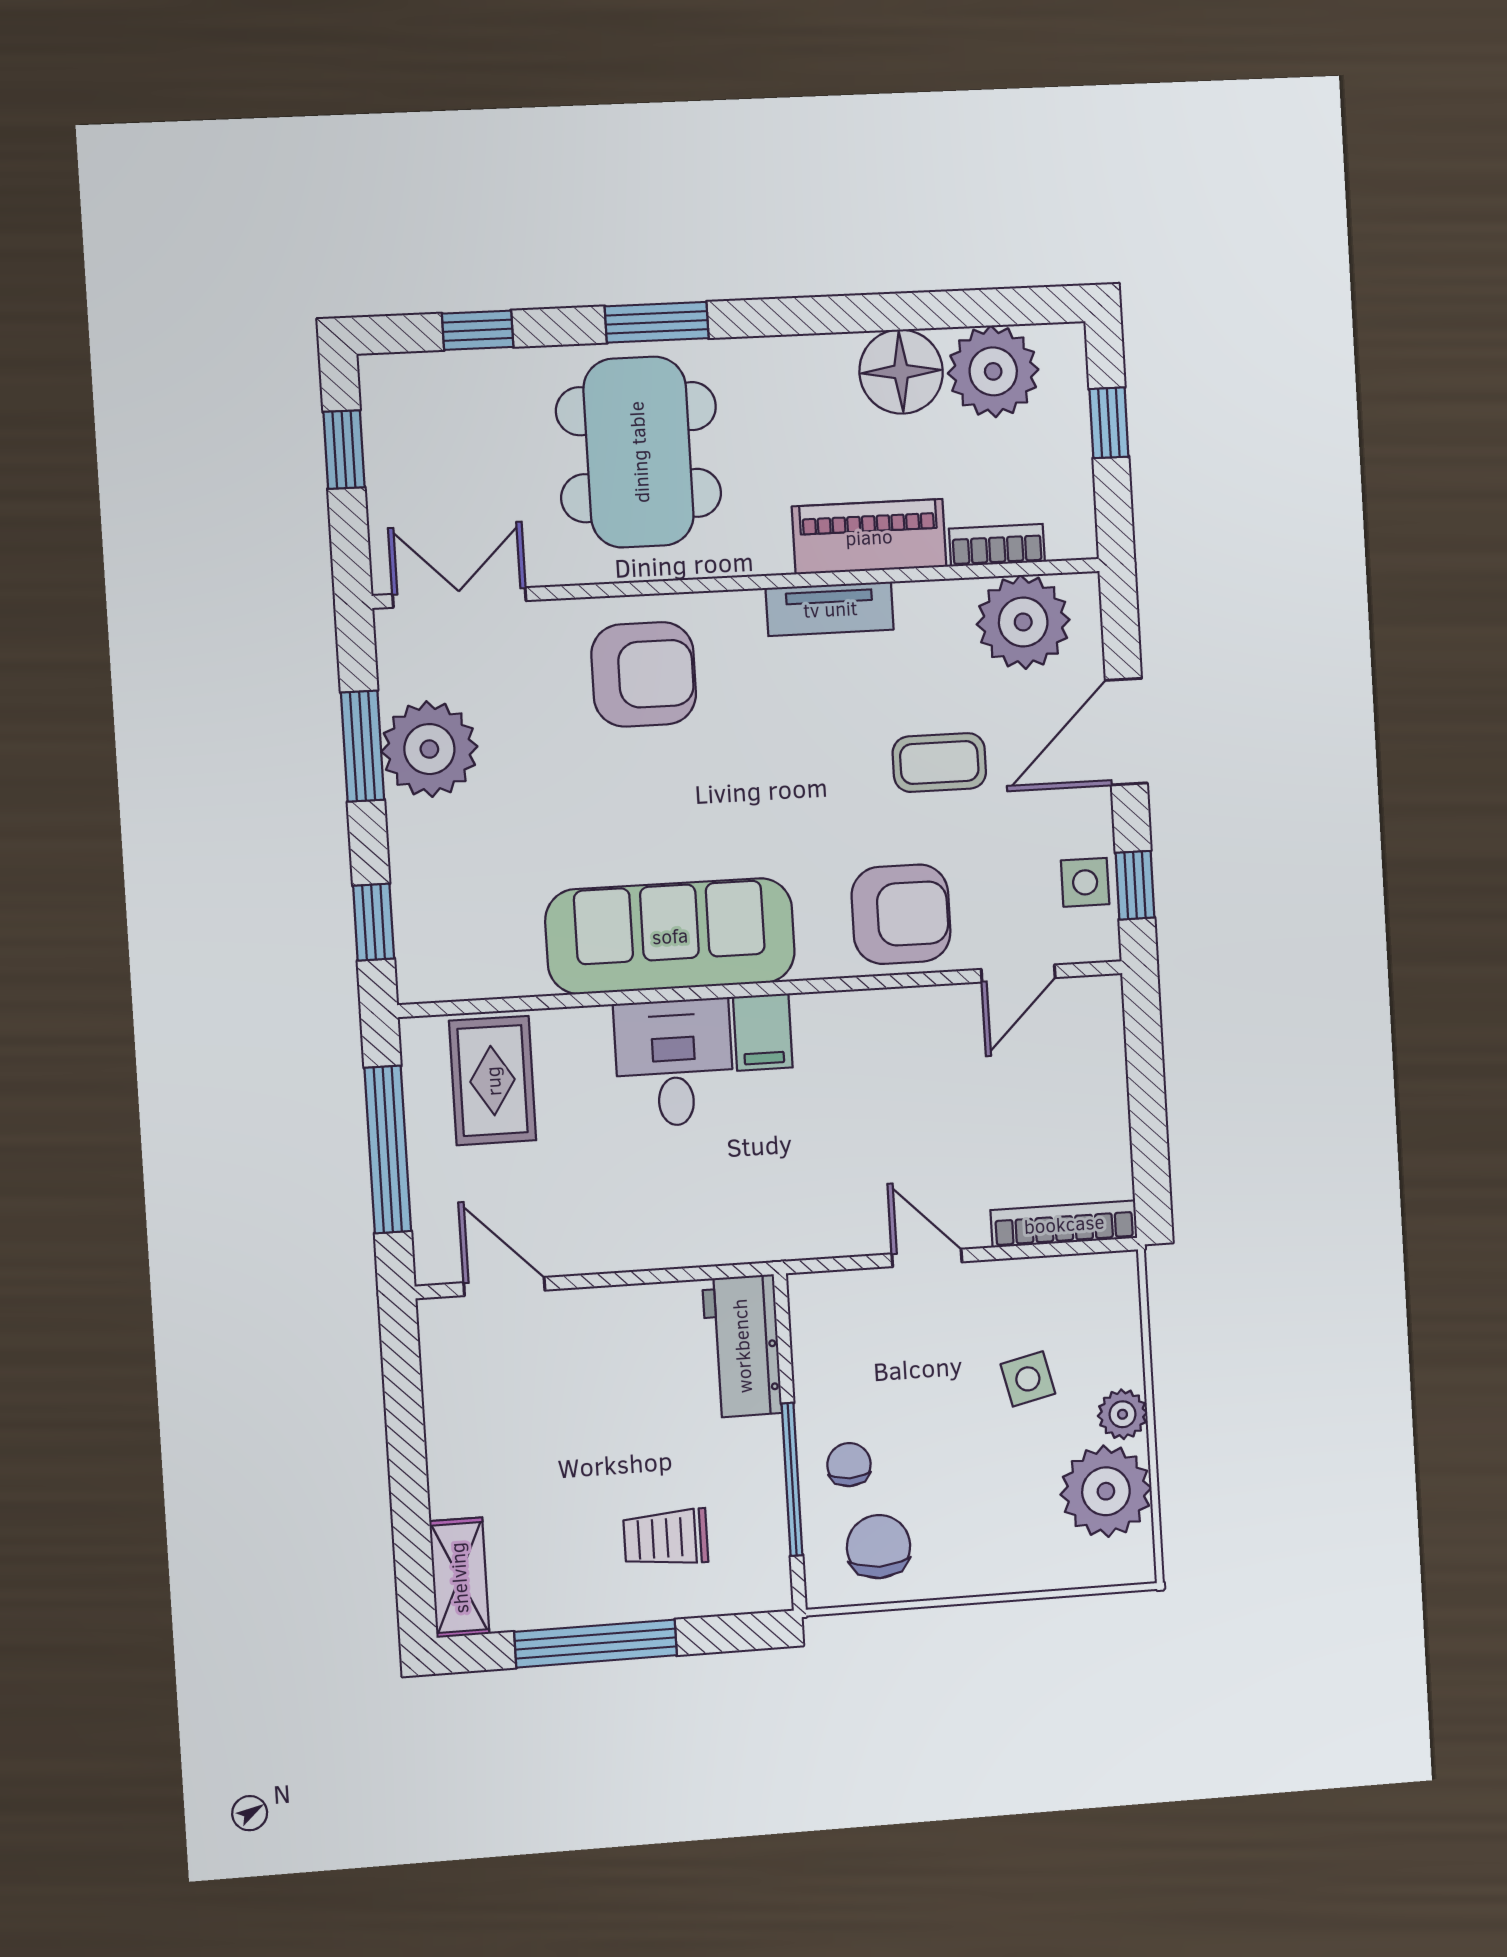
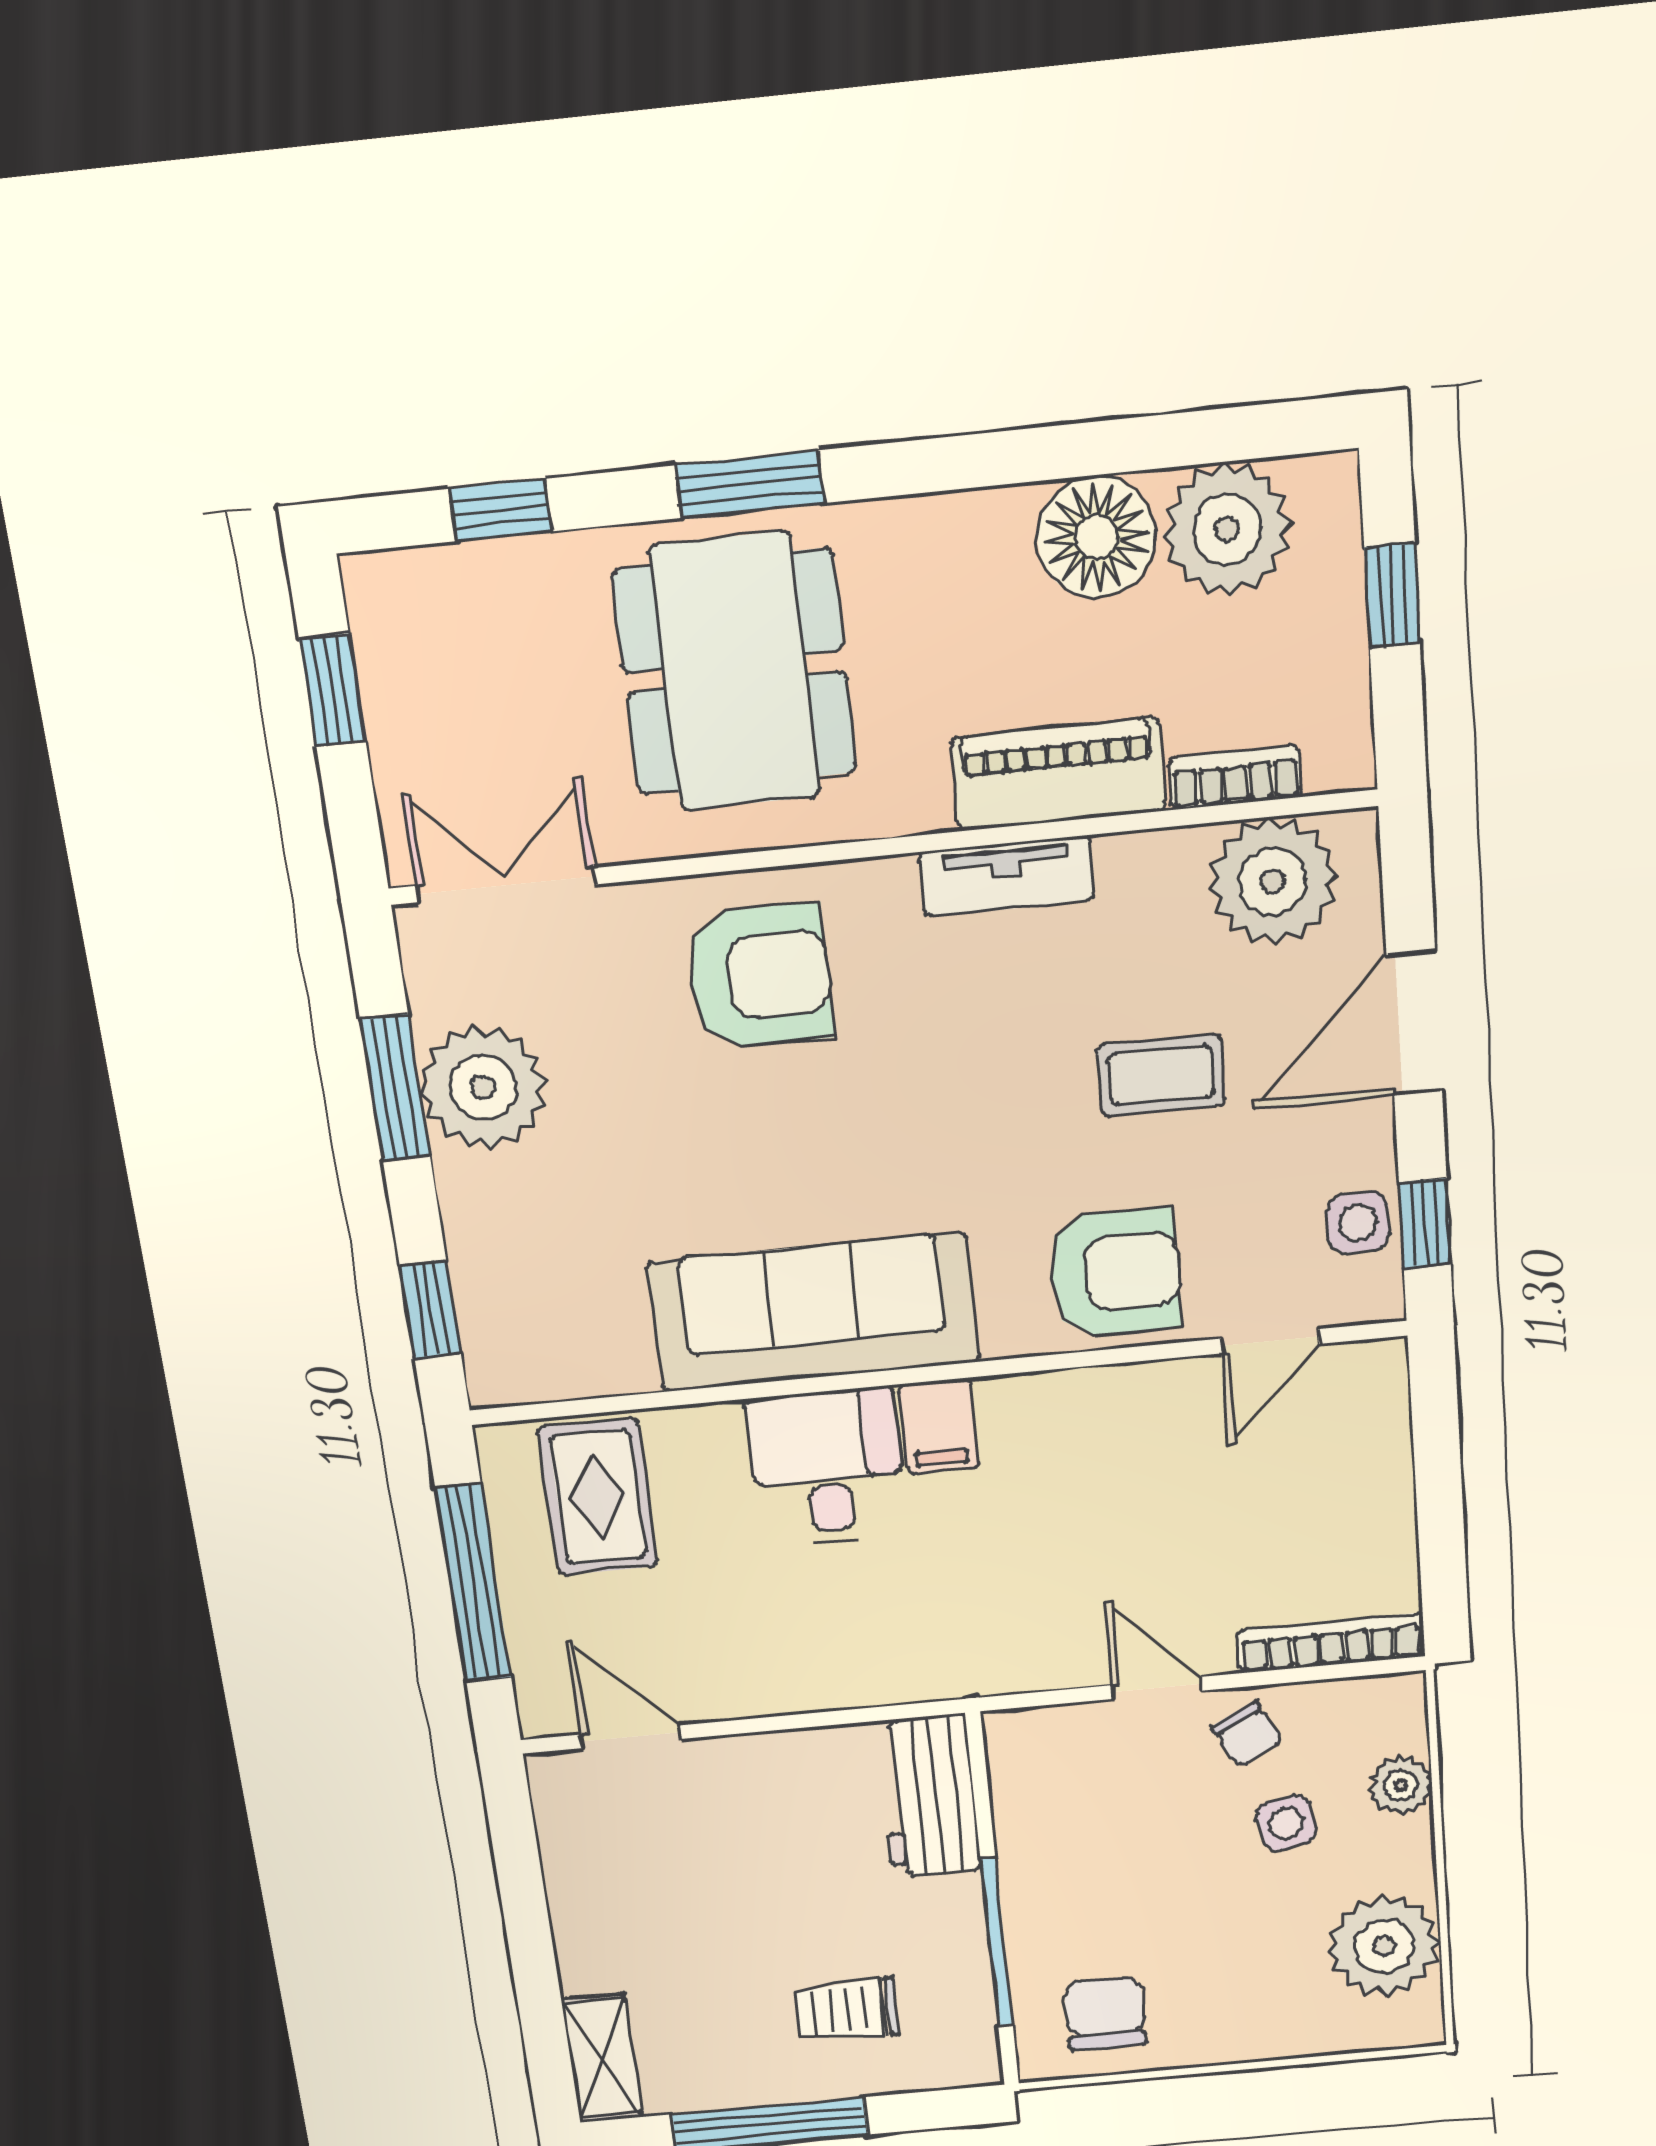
plant: (1122, 1414) -> (1401, 1785), moved
chair: (849, 1465) -> (1247, 1734), moved, turned 152

